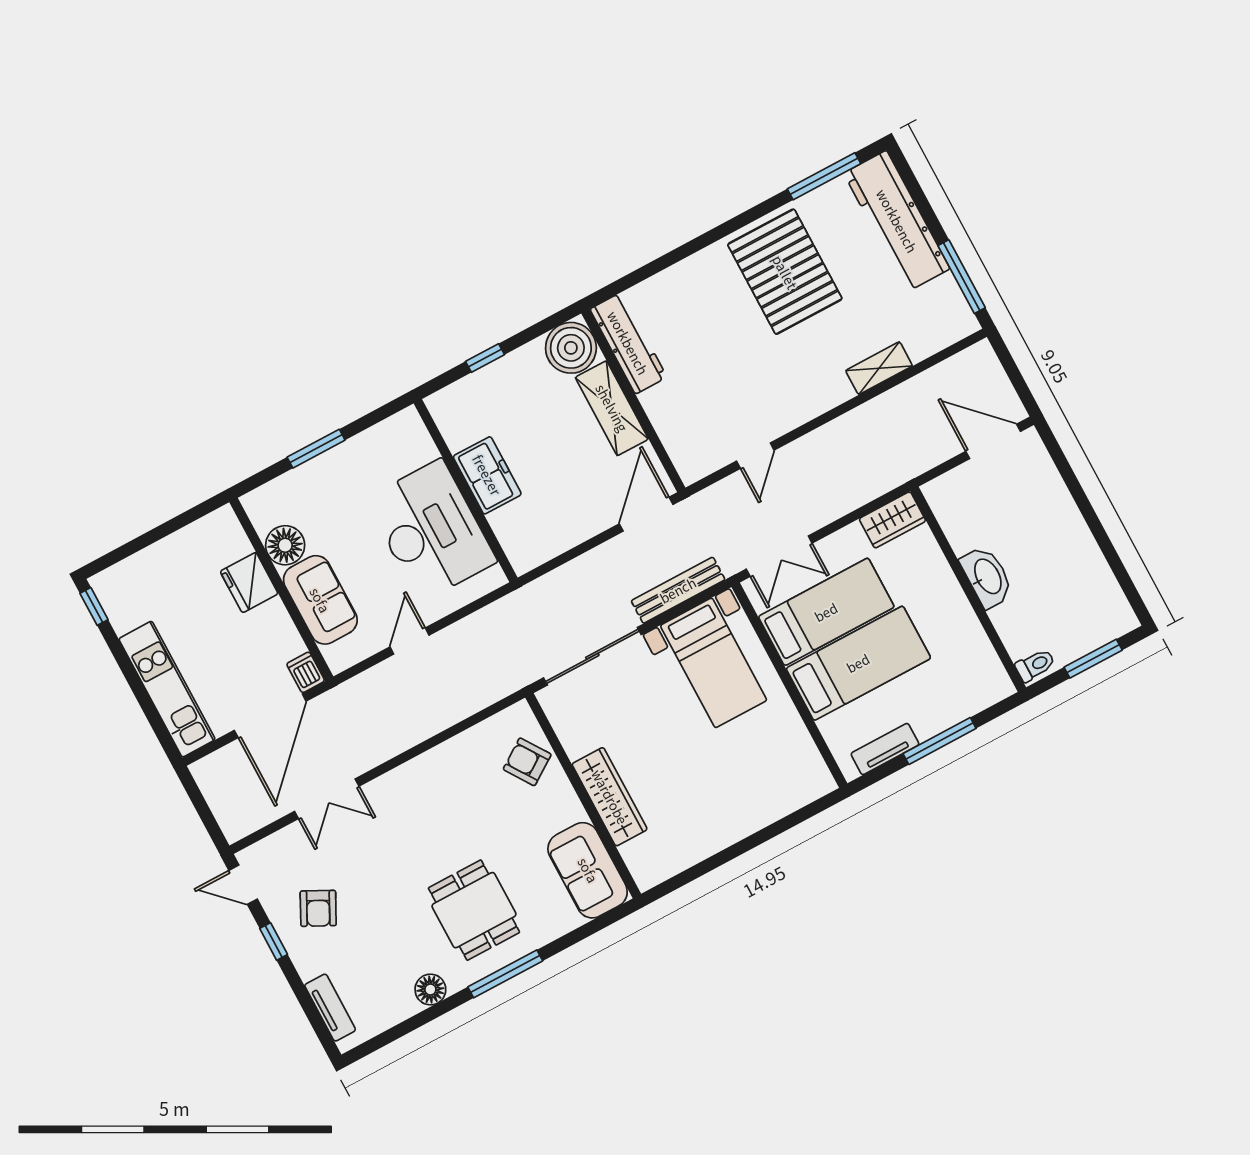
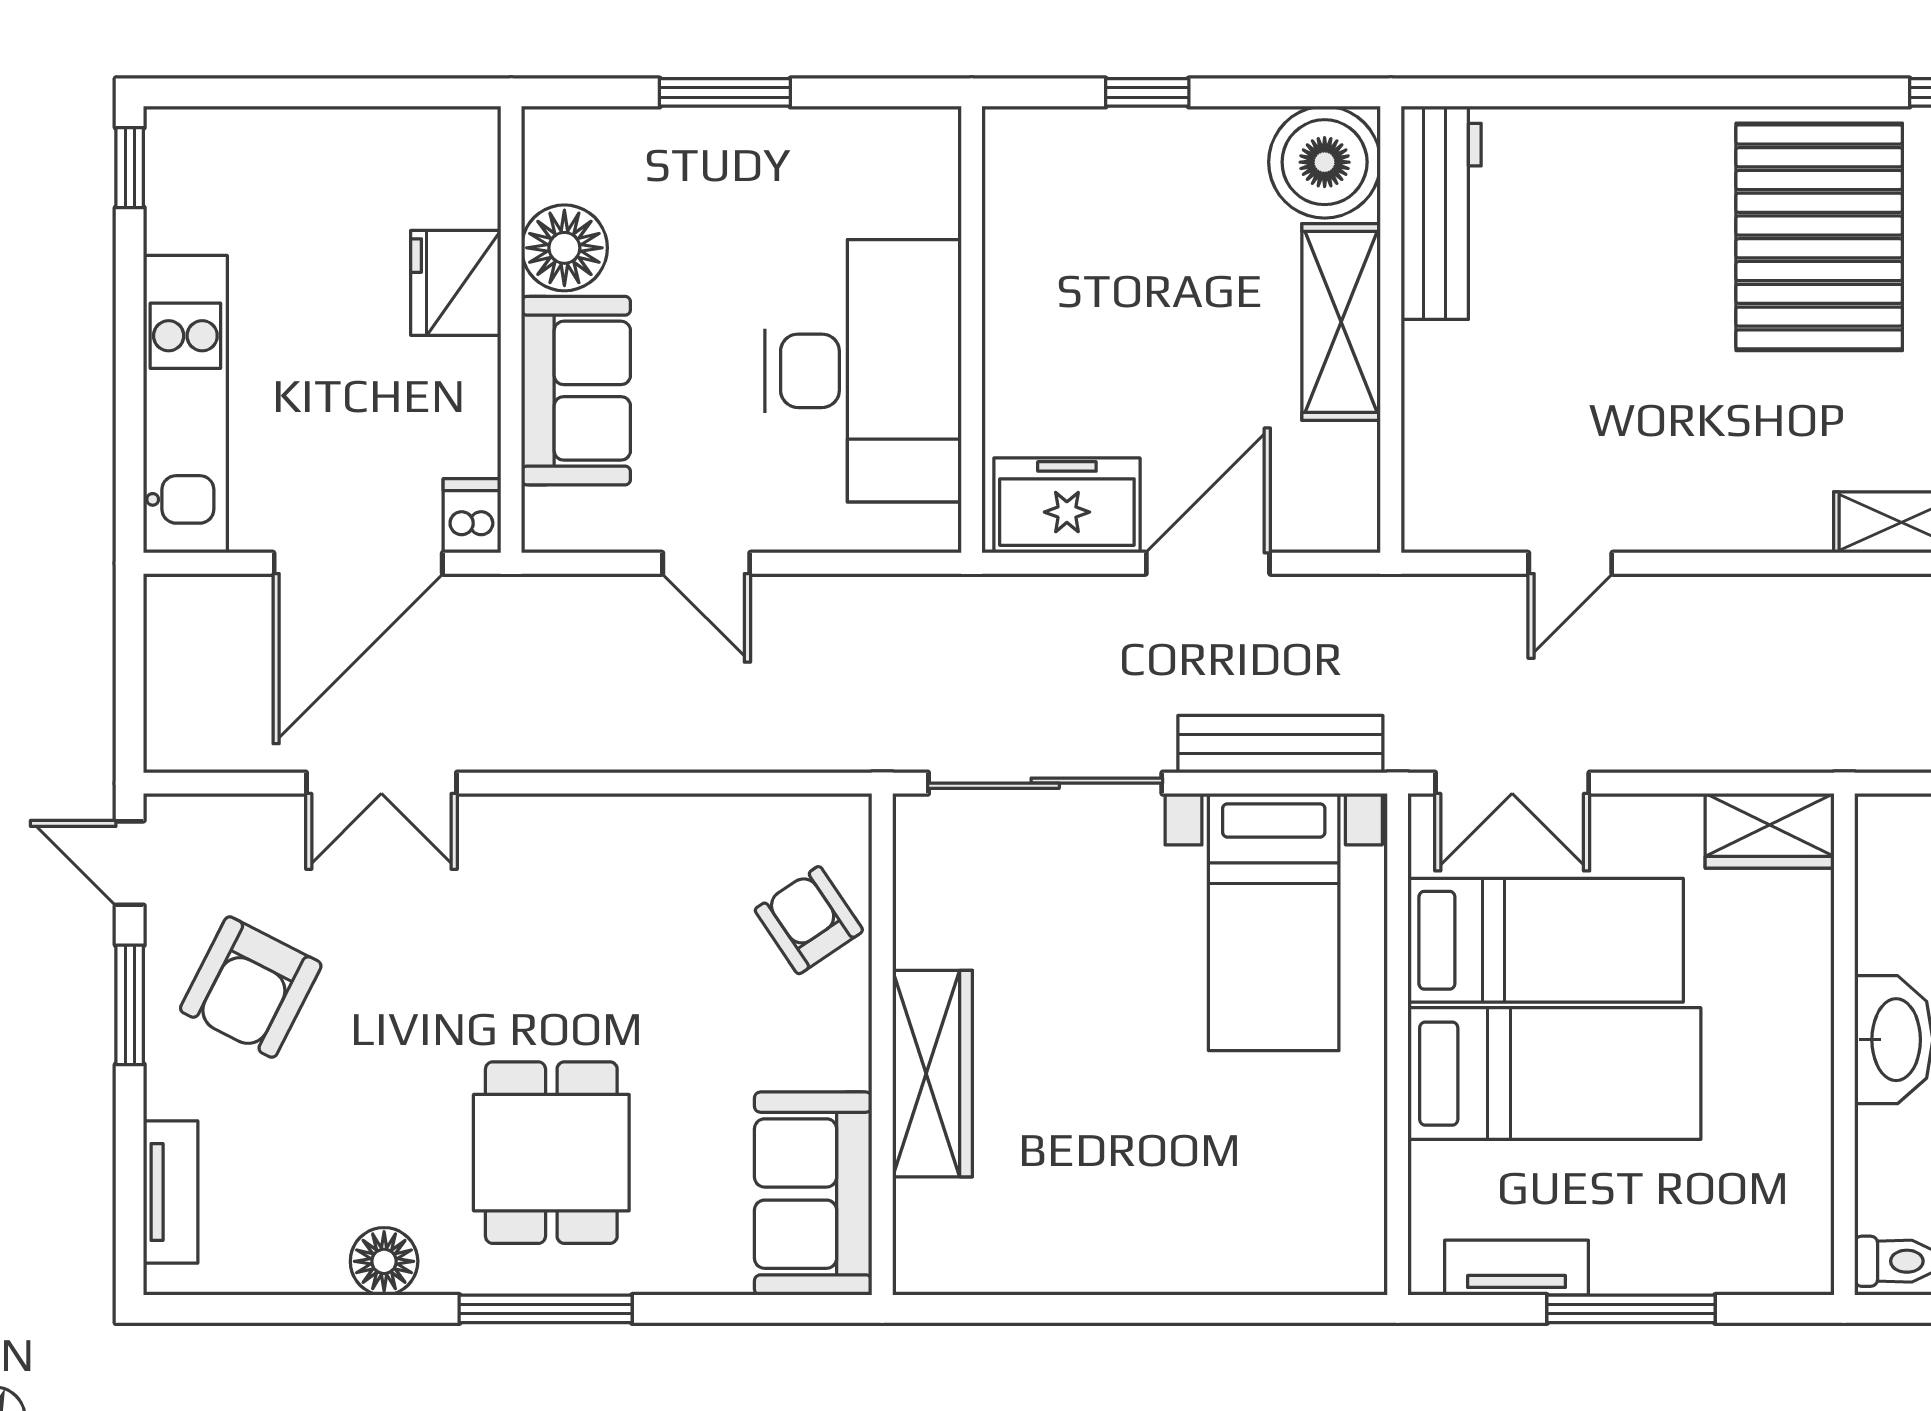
freezer: (487, 475) -> (1067, 505), moved, turned -90
door: (646, 514) -> (1208, 563), moved
door: (410, 641) -> (706, 563), swing flipped
armchair: (318, 908) -> (251, 987), width x1.38, depth x1.38
window: (274, 941) -> (130, 1005), width x1.50

